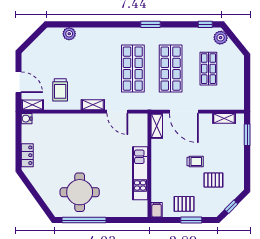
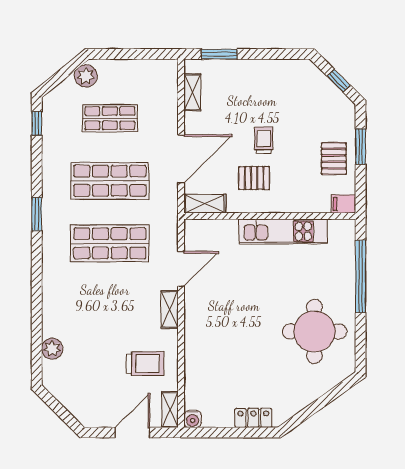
plant: (221, 38) -> (86, 76), moved
pallet: (213, 180) -> (254, 178), moved, turned 90
window: (84, 220) -> (361, 276), moved

